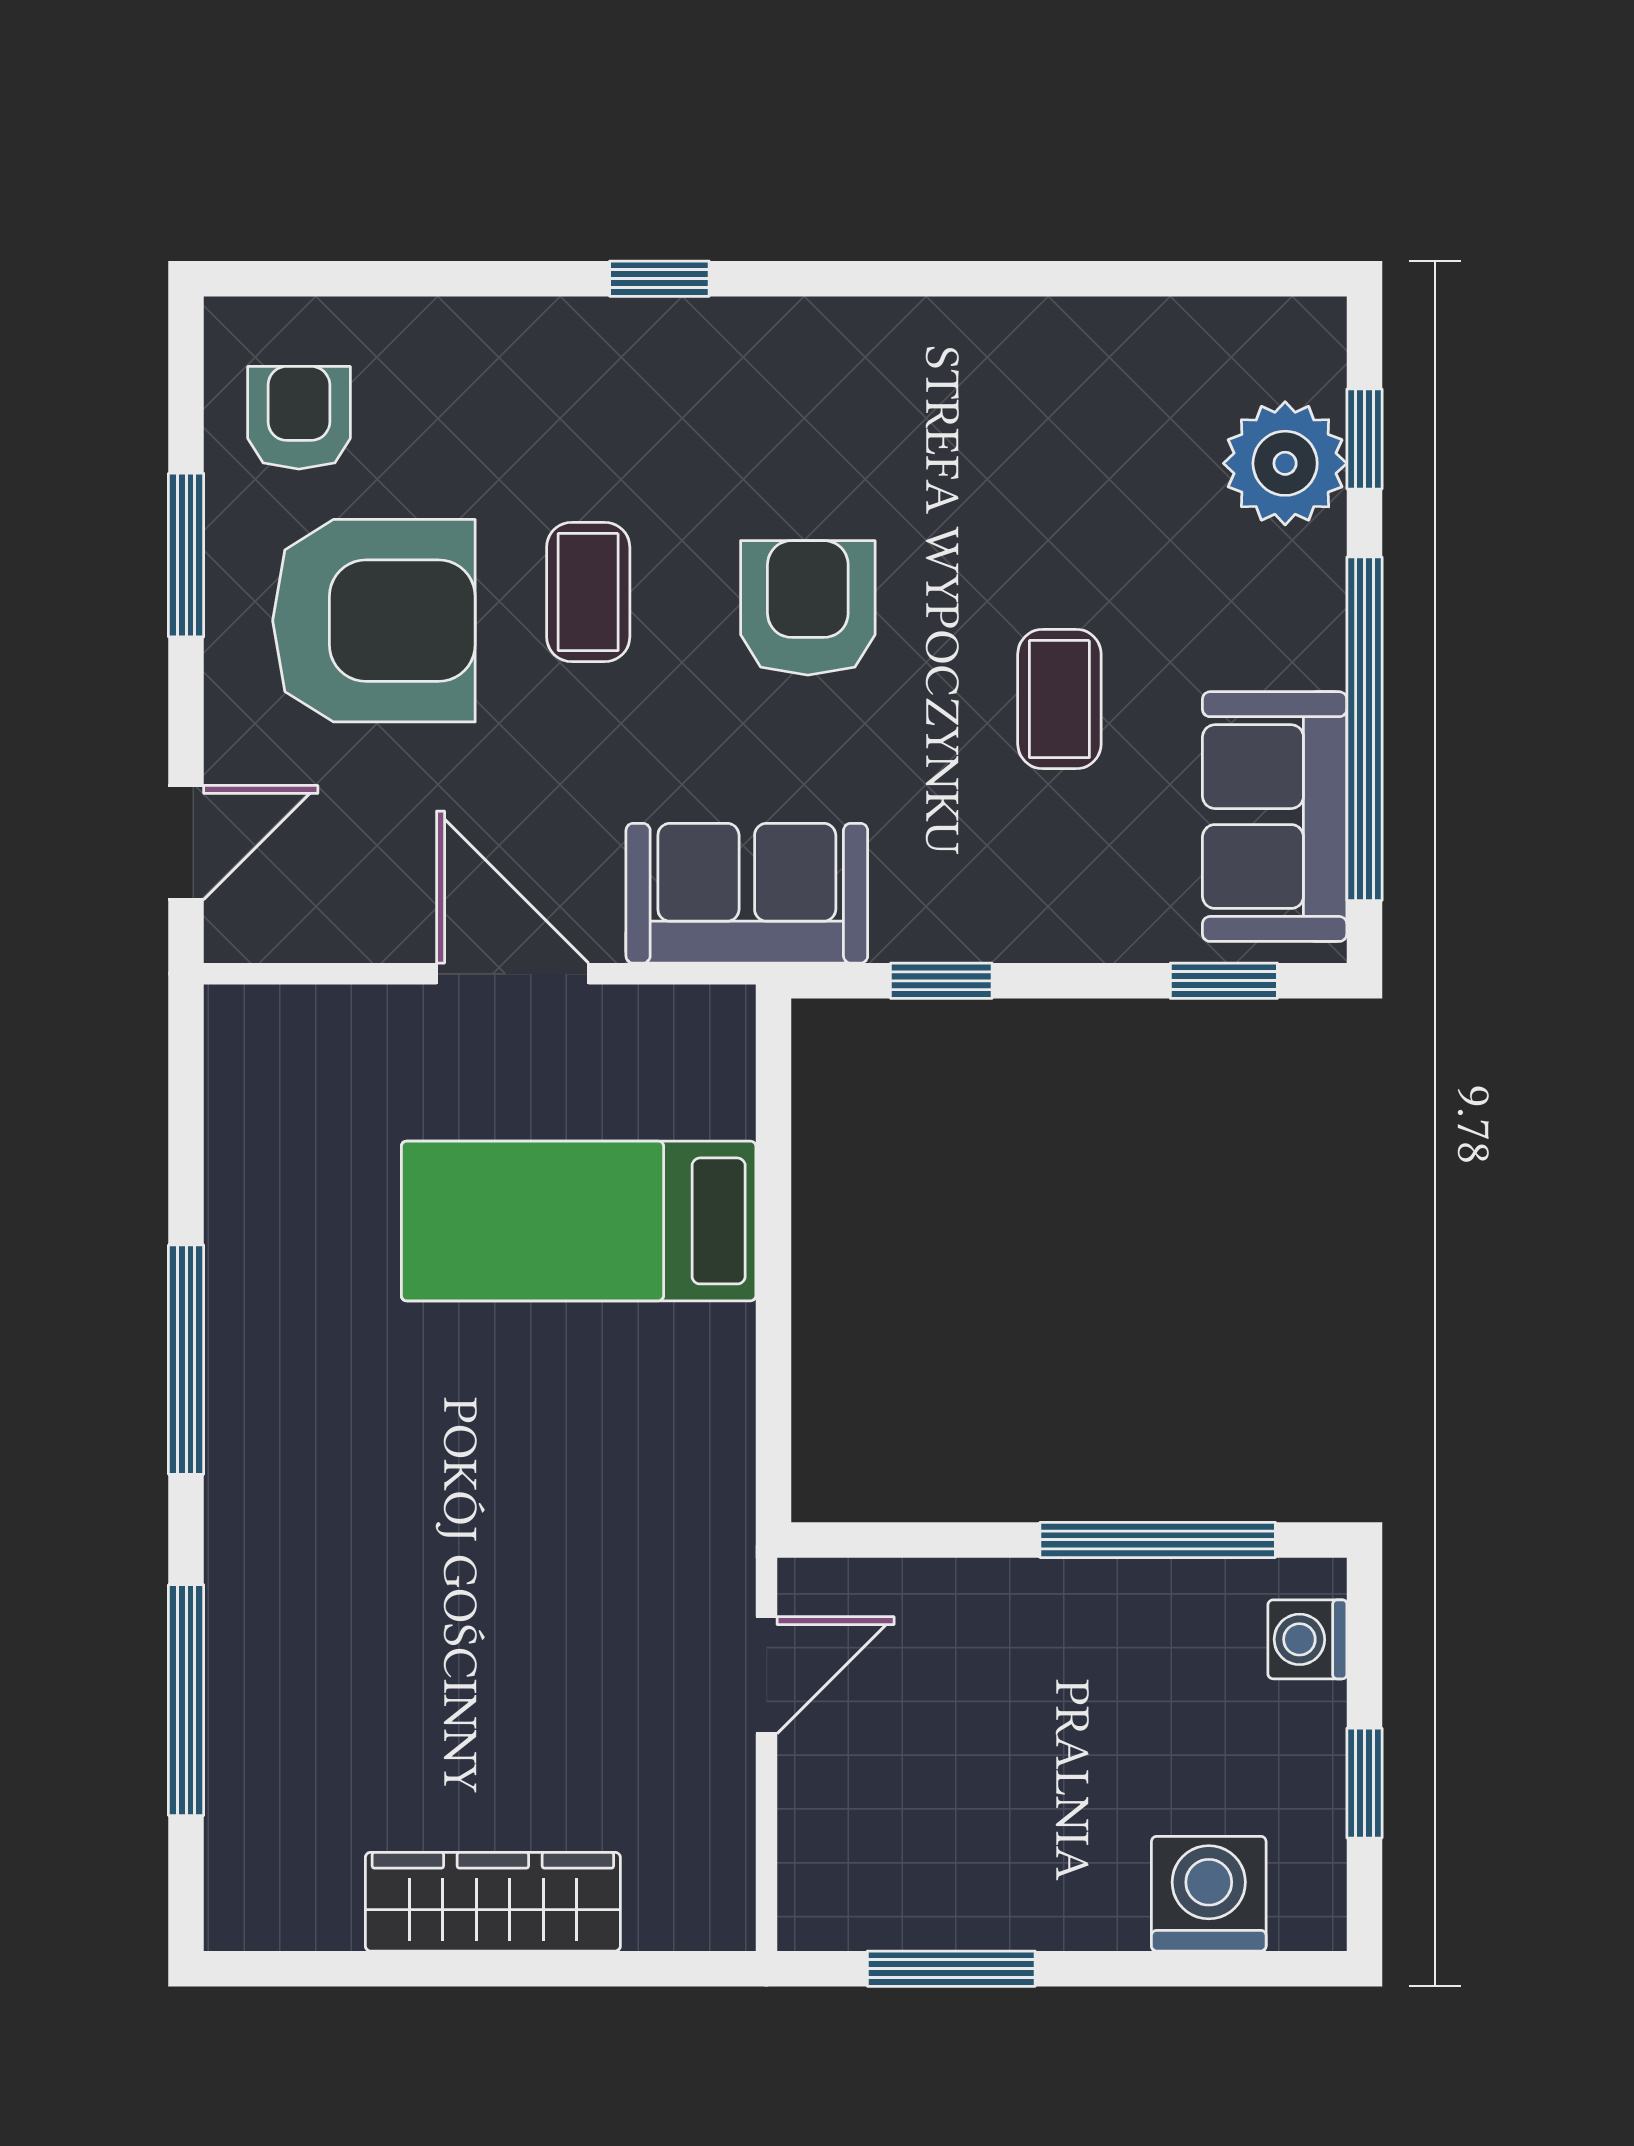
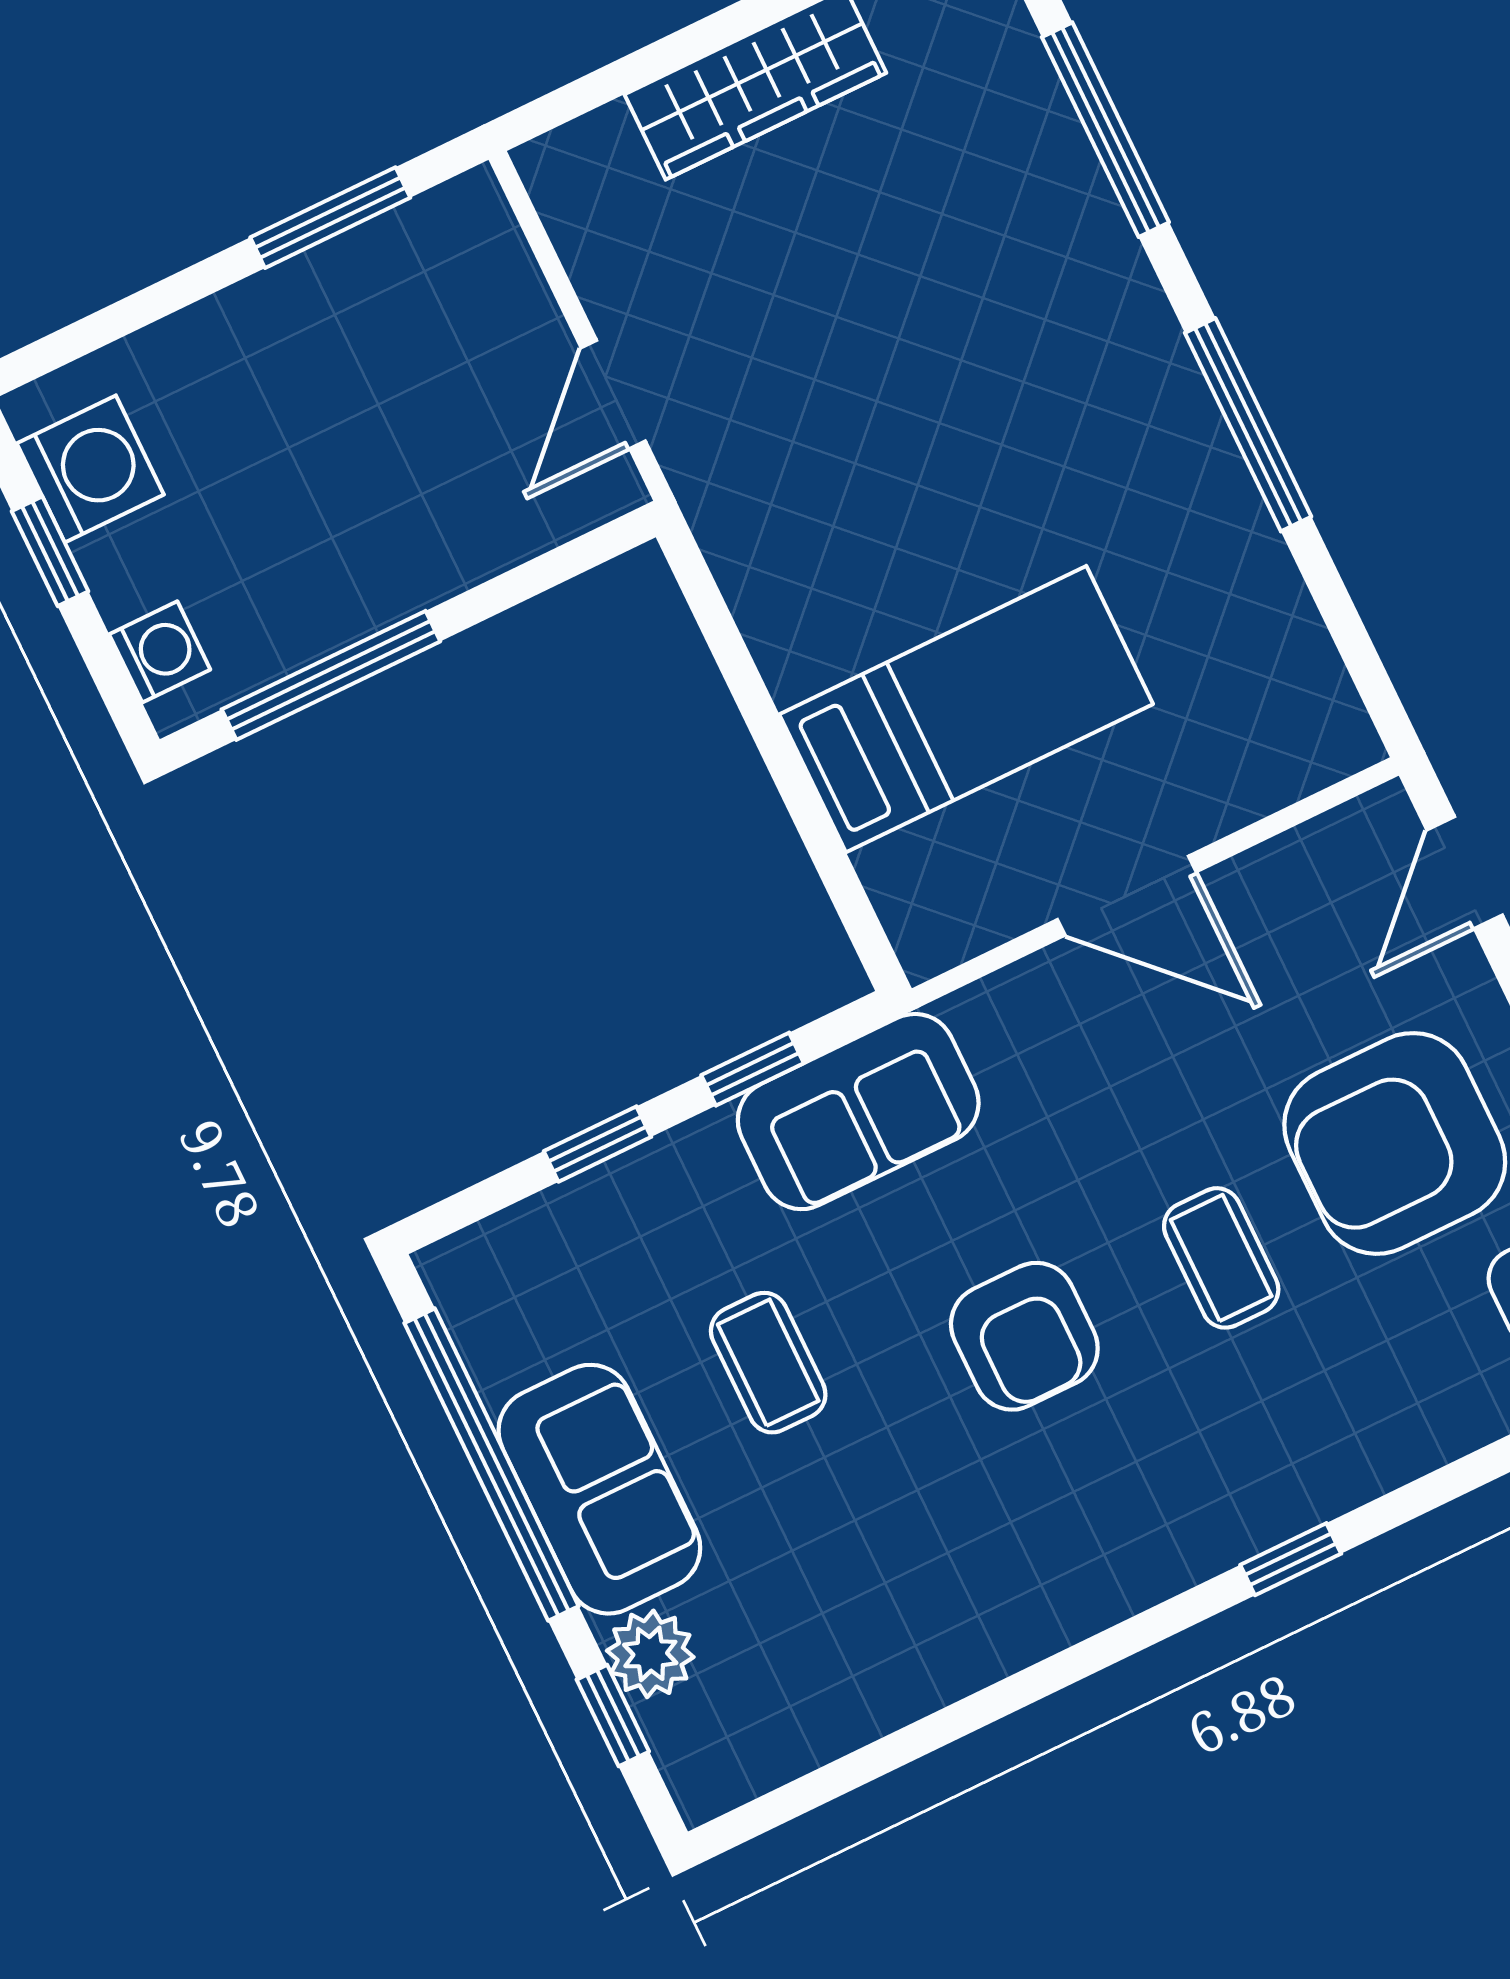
plant: (1285, 463) -> (650, 1654), width x0.73, depth x0.73
sofa: (1275, 817) -> (599, 1489), moved
sofa: (747, 893) -> (858, 1112), moved
window: (1224, 981) -> (597, 1144), moved
washing machine: (1209, 1894) -> (90, 469), moved, turned -90

